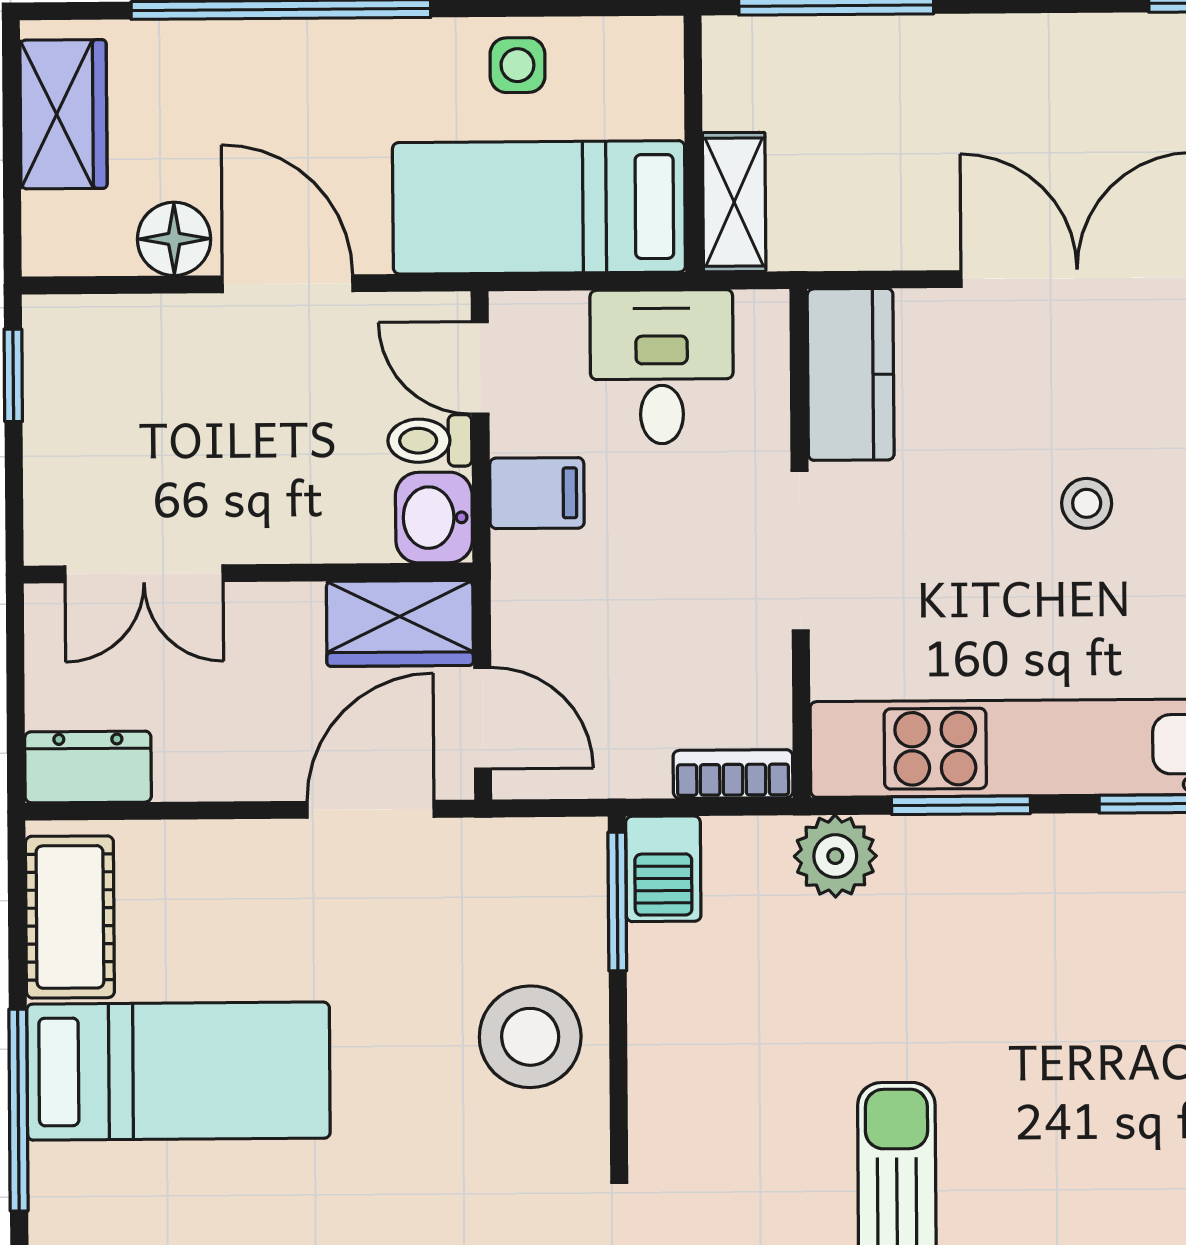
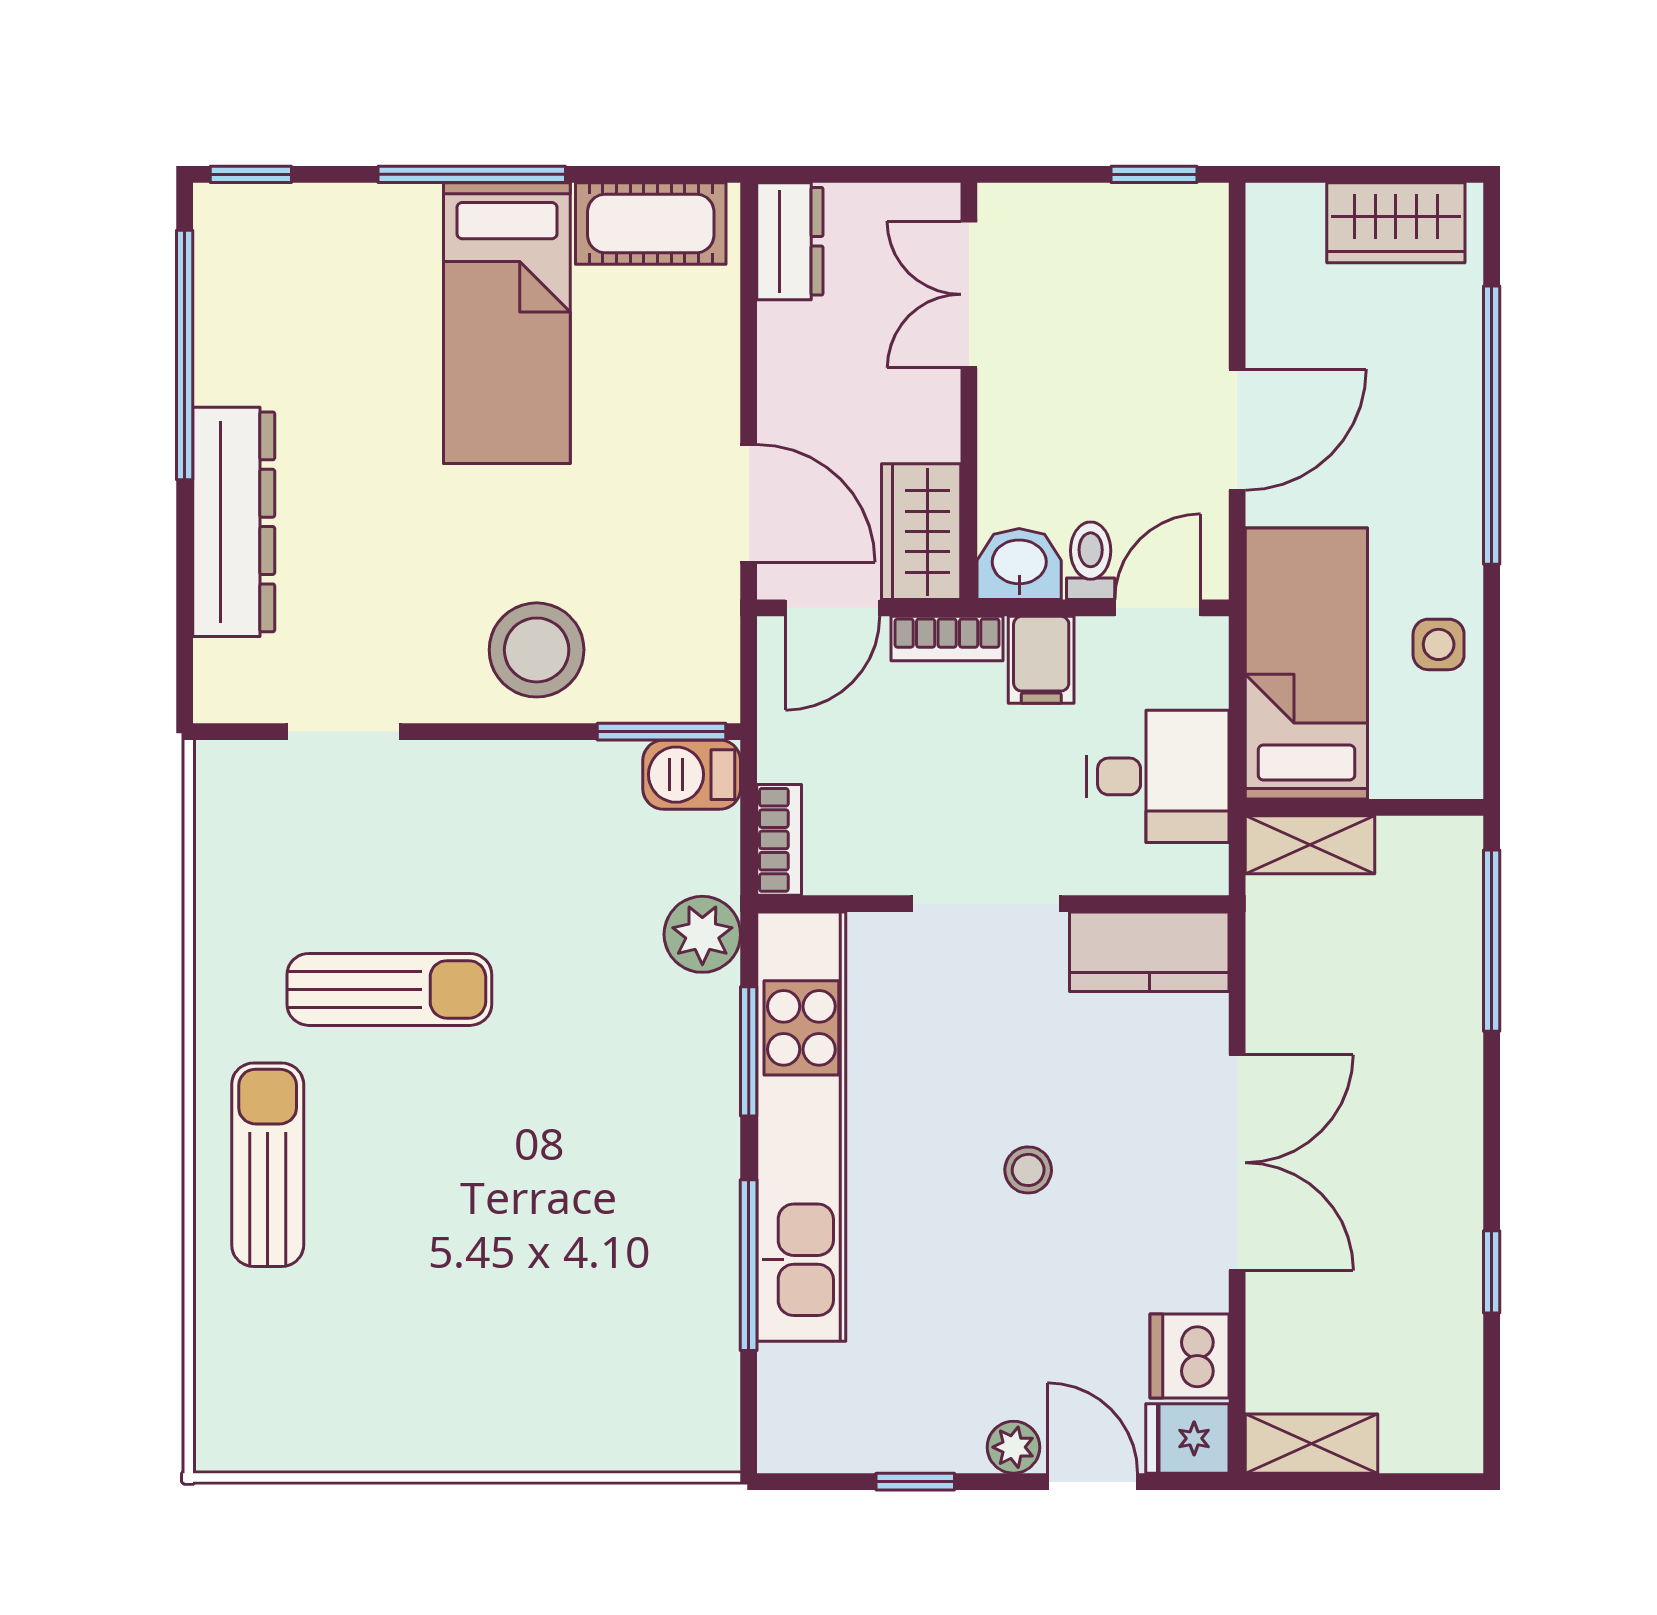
floor lamp: (174, 239) -> (1279, 325), removed
bookcase: (515, 595) -> (947, 638), added

